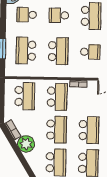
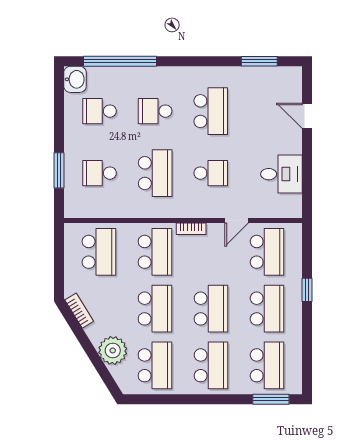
school desk: (26, 51) -> (99, 173), width x0.54
plant: (26, 144) -> (113, 350), moved

